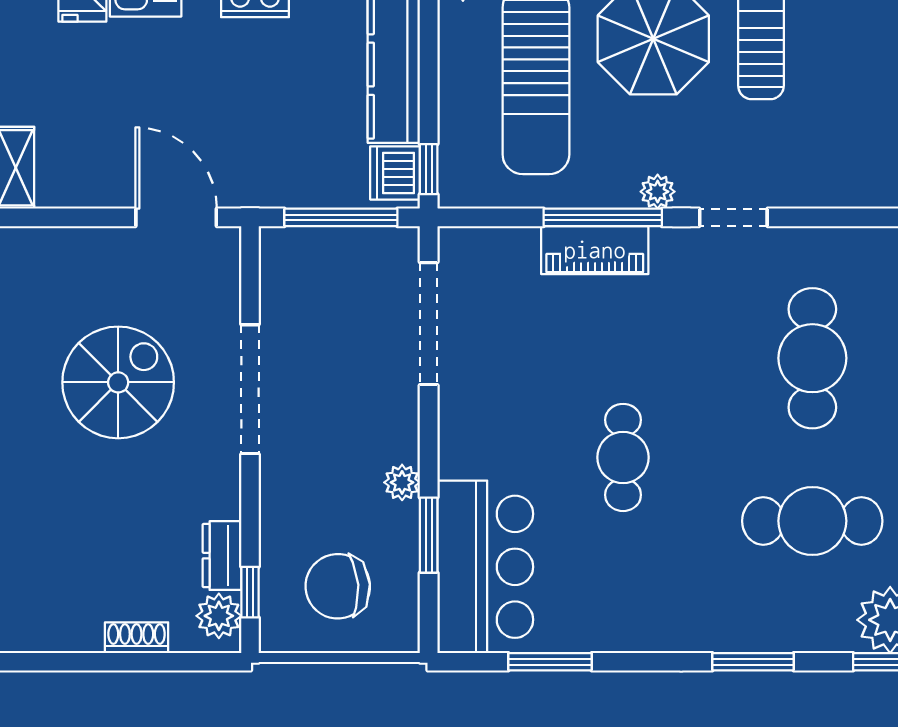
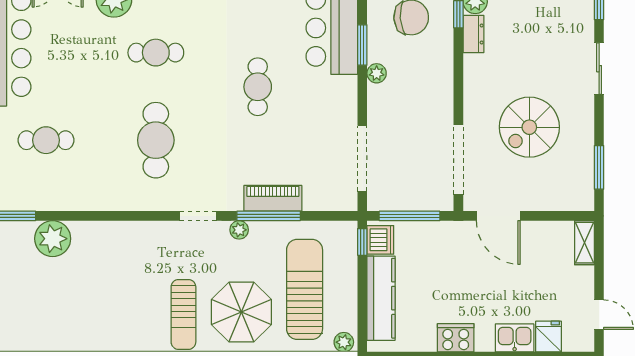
doorway: (250, 389) -> (458, 160), moved
cafe table: (812, 521) -> (156, 53), width x0.73, depth x0.74

